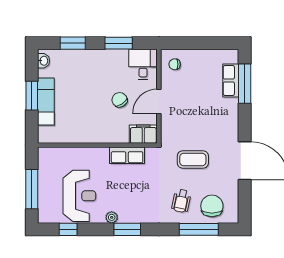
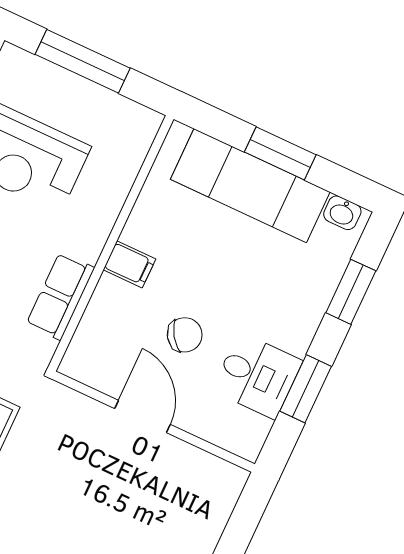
desk: (143, 64) -> (257, 376), moved
chair: (175, 64) -> (206, 486), removed
exam couch: (46, 101) -> (250, 186), width x1.36, depth x1.45
filing cabinet: (143, 134) -> (129, 264), moved, width x0.50

